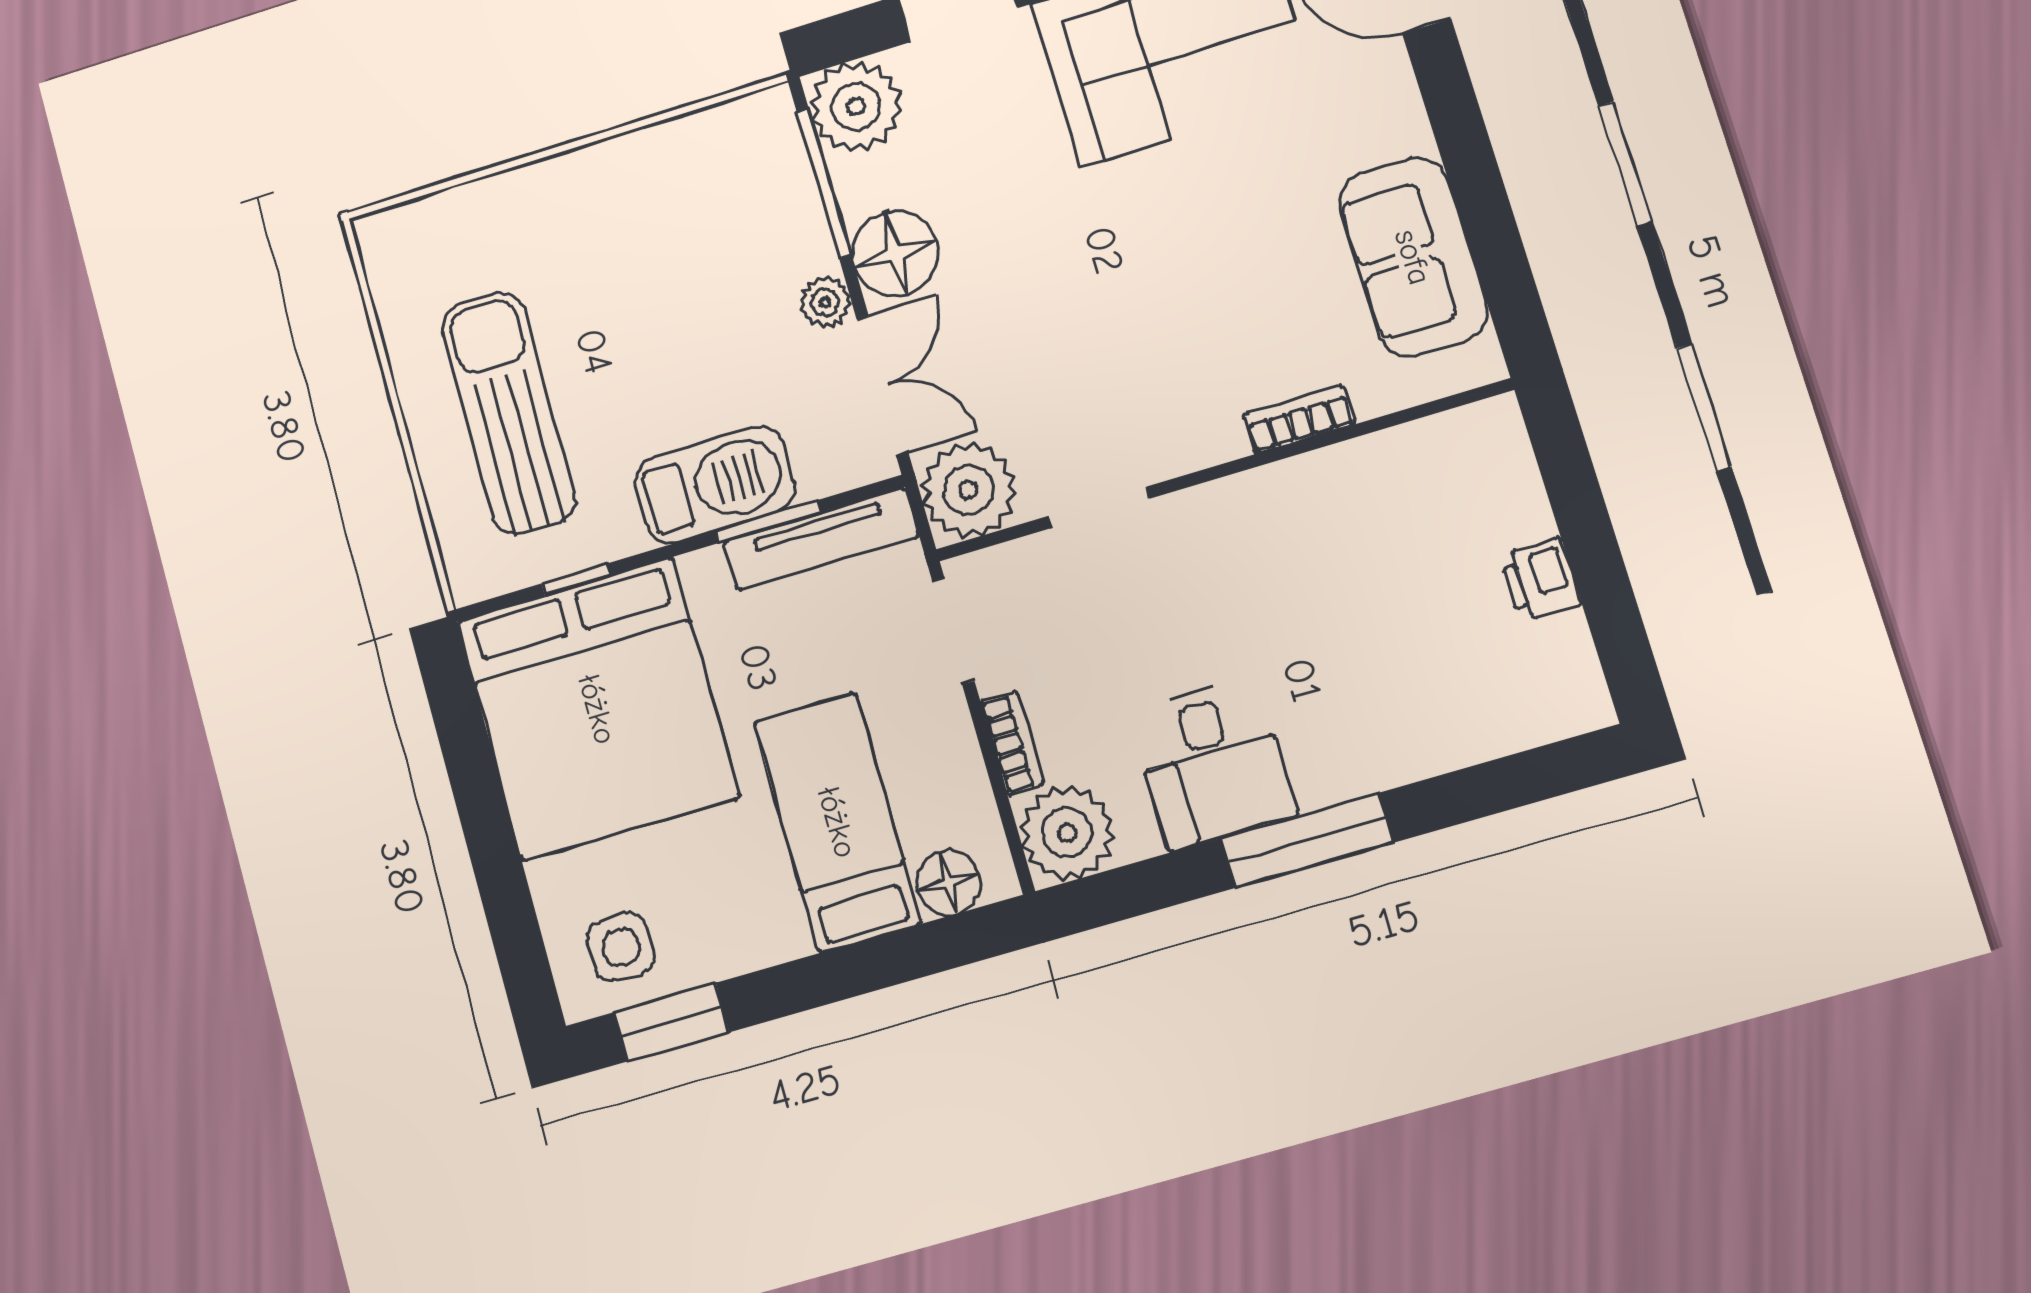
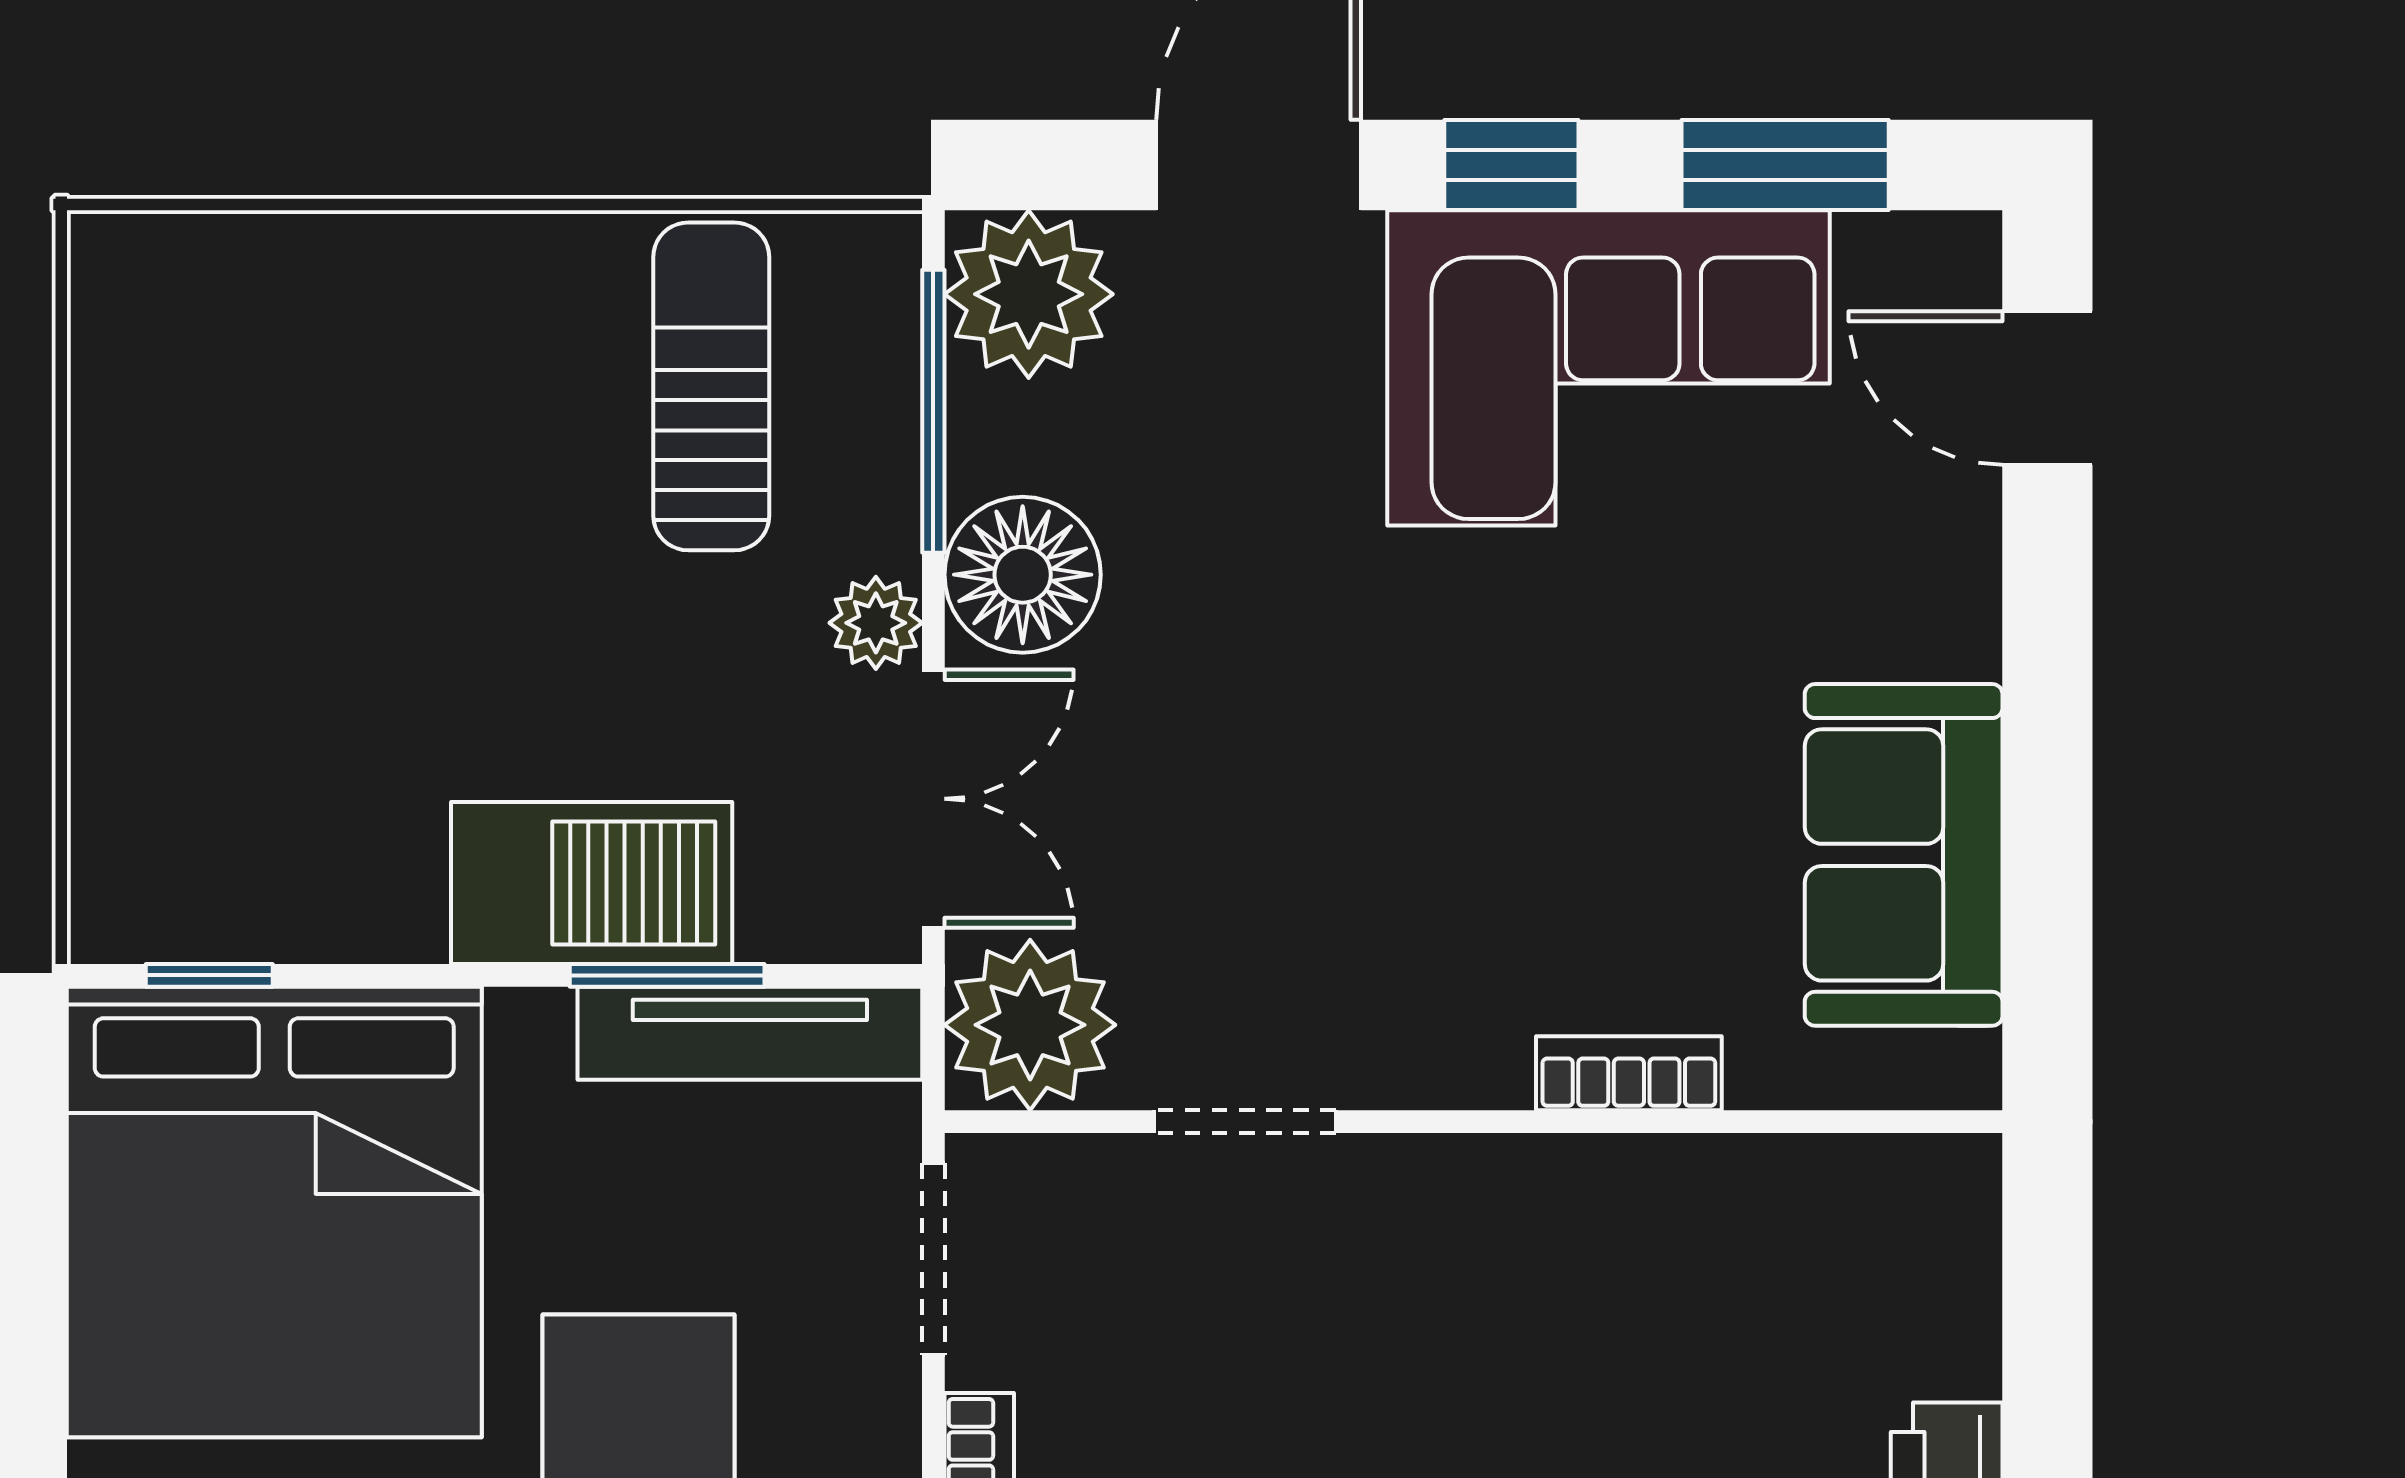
sun lounger: (508, 413) -> (711, 386), moved, width x0.73, depth x0.75
window: (576, 579) -> (209, 975), moved

